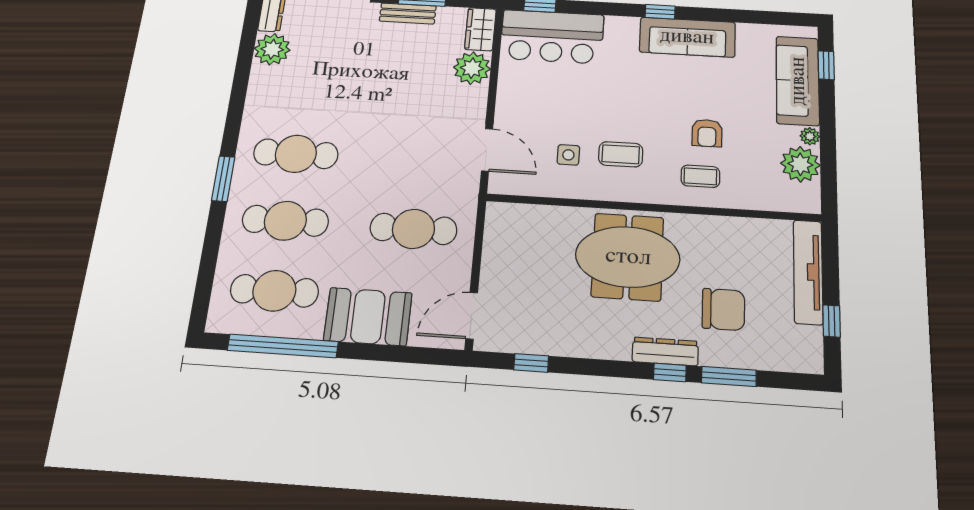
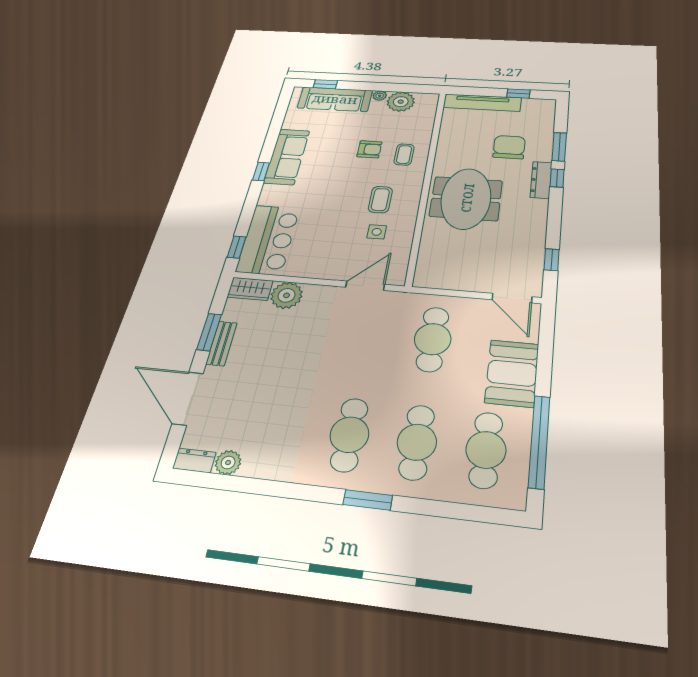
plant: (272, 49) -> (228, 463), width x0.73, depth x0.73

